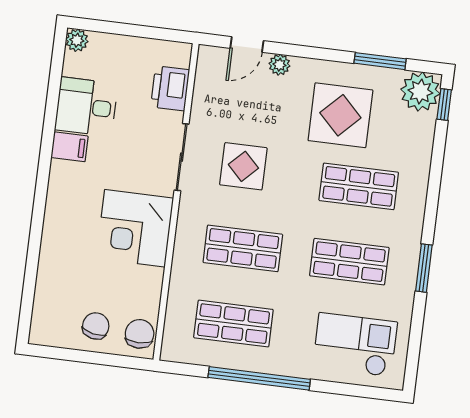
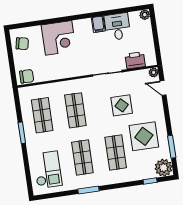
plant: (279, 65) -> (154, 73), moved
window: (444, 104) -> (150, 181), moved
display table: (243, 166) -> (122, 105), moved
corner desk: (135, 228) -> (59, 38), moved, turned 180
chair: (96, 326) -> (22, 44), moved
window: (259, 378) -> (22, 133), width x0.47

